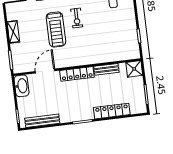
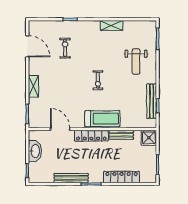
treadmill: (56, 29) -> (102, 119), moved, turned -90
bench: (132, 32) -> (152, 101), added
door: (45, 71) -> (60, 129), hinge flipped
washbasin: (22, 86) -> (35, 151), moved
bench: (42, 121) -> (71, 178), moved

